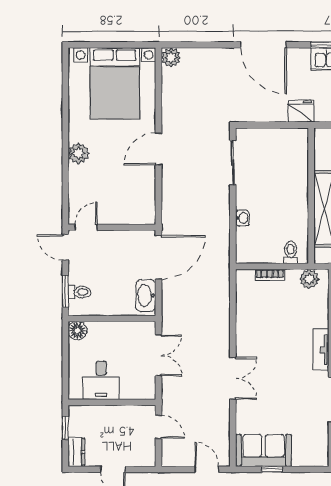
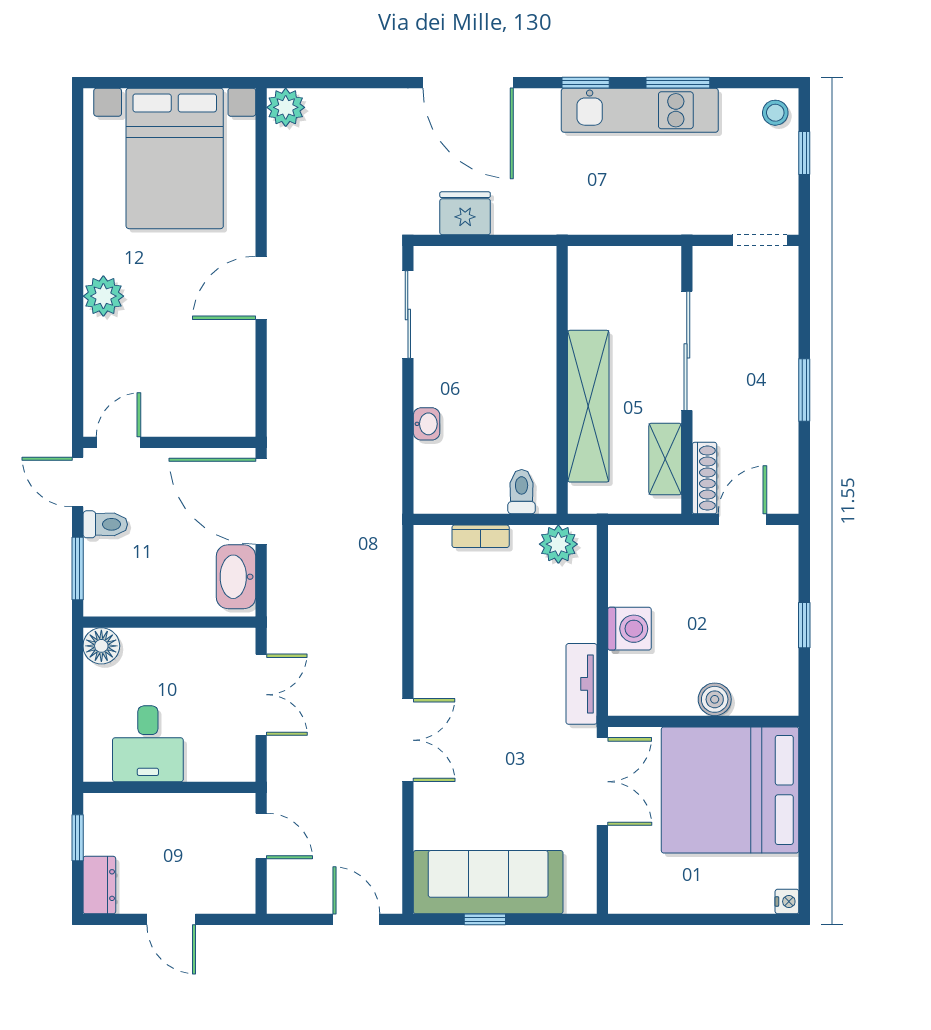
fridge: (301, 111) -> (465, 213), moved
door: (158, 257) -> (261, 501), swing flipped
toilet: (79, 292) -> (105, 524), moved
sofa: (264, 450) -> (488, 882), width x1.36

